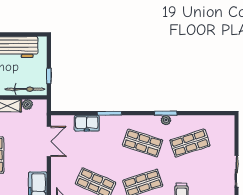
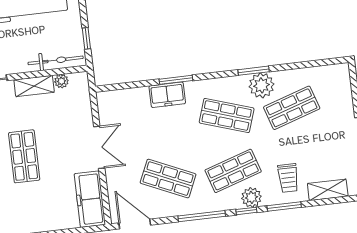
plant: (166, 120) -> (261, 85), width x1.87, depth x1.87
freezer: (87, 123) -> (167, 95), moved
double door: (49, 141) -> (99, 147), moved

